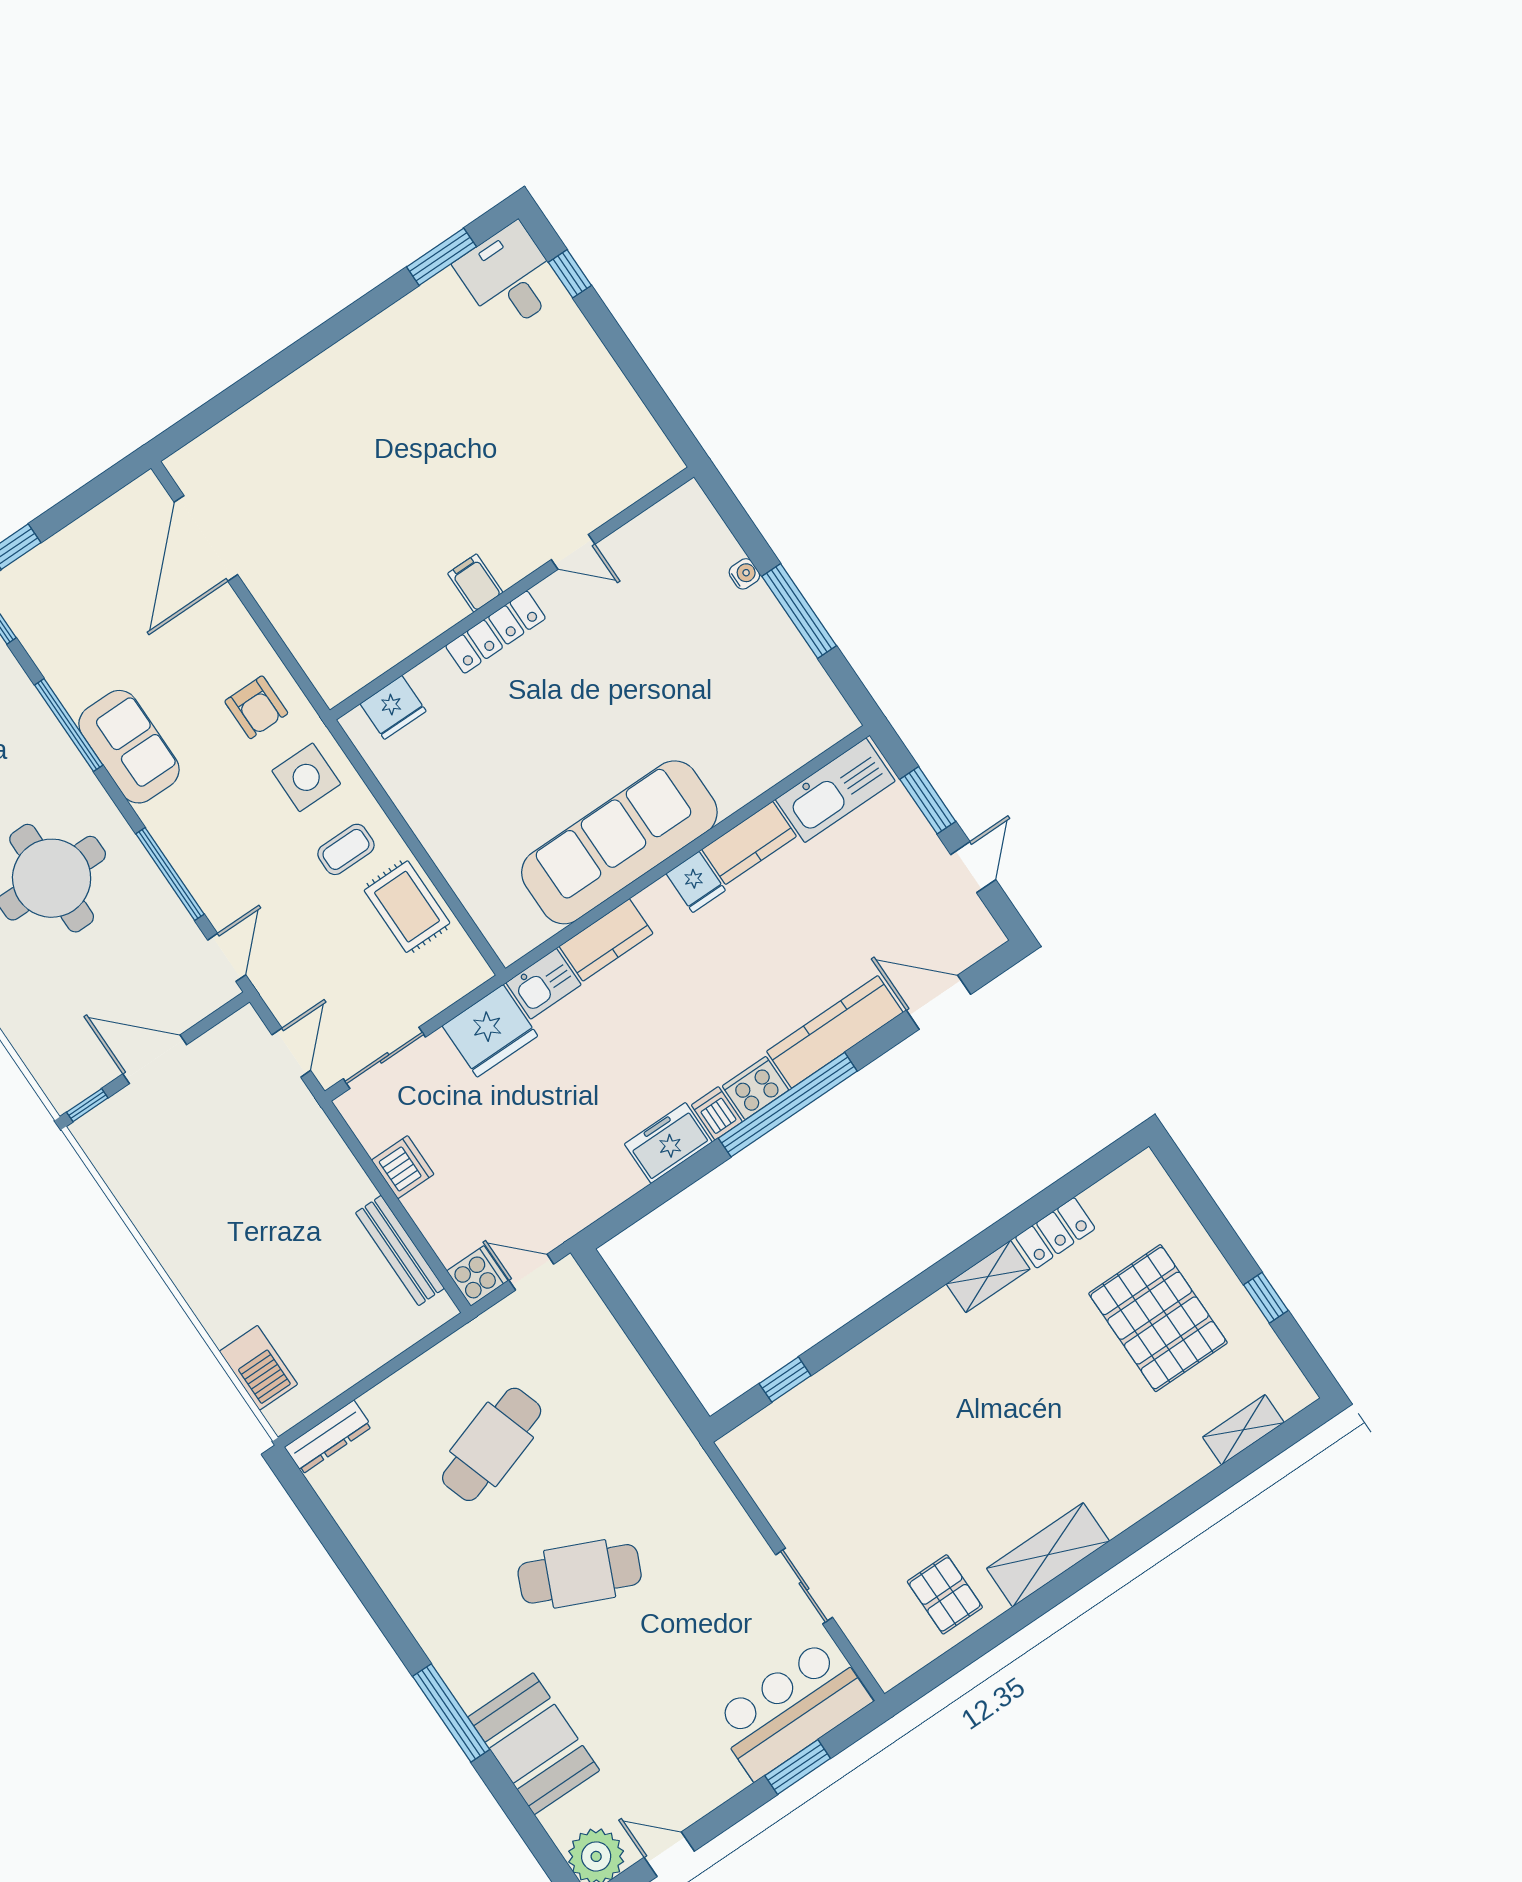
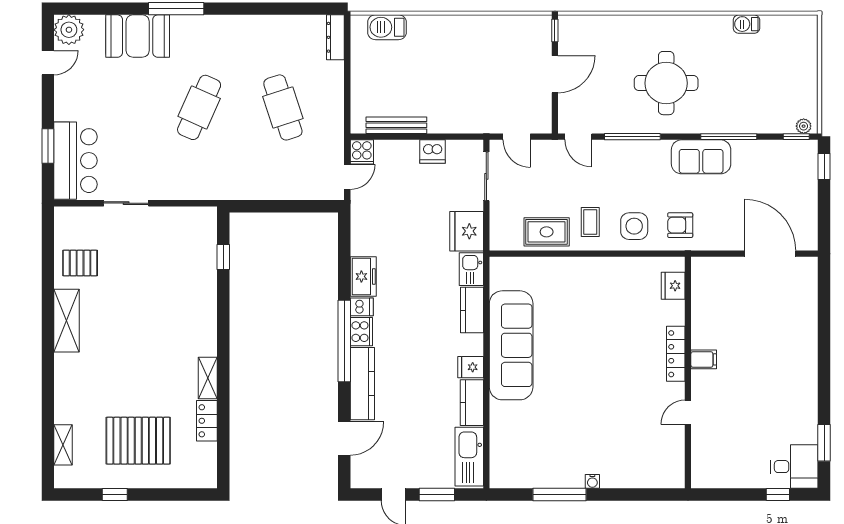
door: (573, 552) -> (688, 412), moved
filing cabinet: (475, 583) -> (704, 359), moved
wall: (512, 593) -> (688, 373), moved
locker: (496, 632) -> (676, 354), moved
fridge: (393, 707) -> (673, 286), moved

